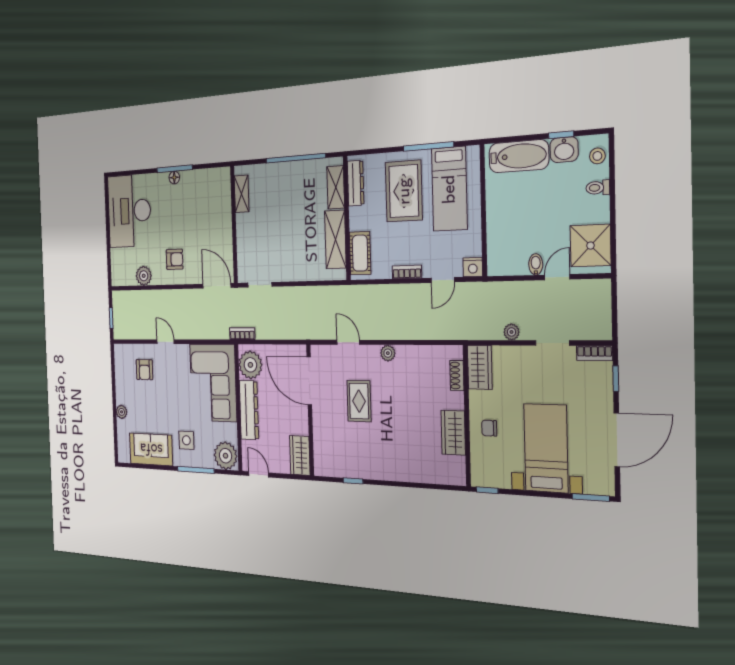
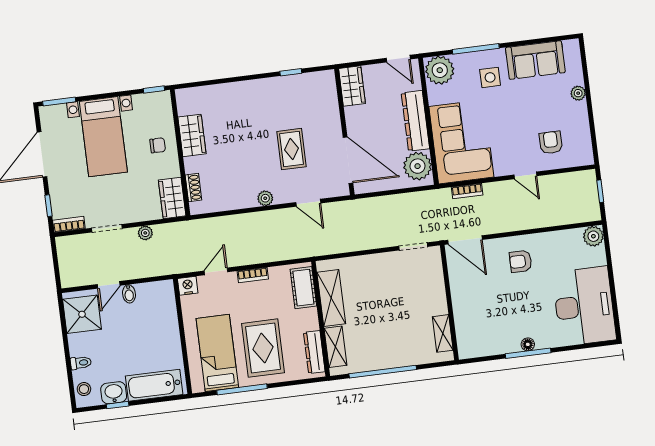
plant: (144, 276) -> (593, 236), moved
bookcase: (242, 334) -> (467, 191), moved

